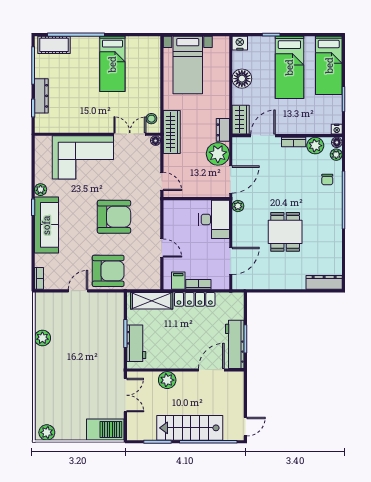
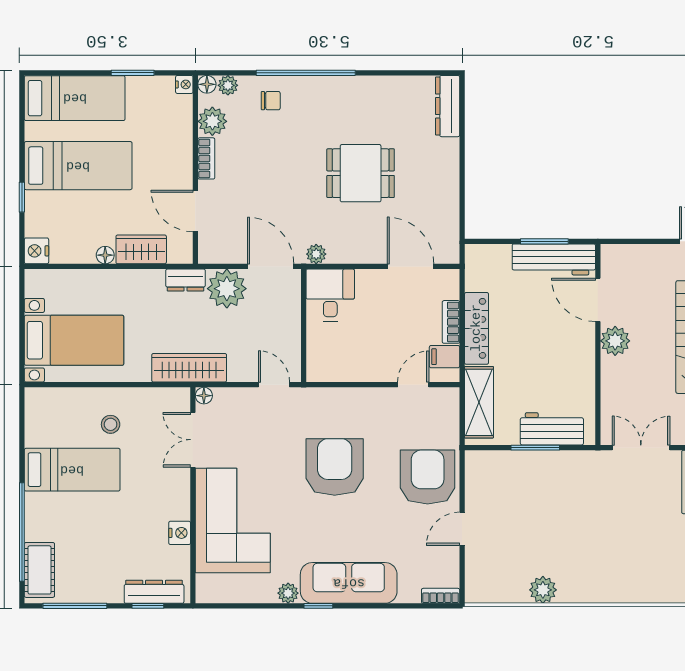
floor lamp: (242, 79) -> (105, 255), width x0.53, depth x0.53
dresser: (41, 96) -> (154, 592), moved
stool: (151, 119) -> (111, 424), moved
wardrobe: (241, 120) -> (141, 249), moved
nightstand: (76, 126) -> (180, 533), added
door: (162, 181) -> (274, 385), hinge flipped
desk: (214, 219) -> (330, 295), width x0.73
door: (162, 248) -> (413, 385), moved
door: (78, 291) -> (462, 529), hinge flipped
plant: (167, 380) -> (615, 341), moved

